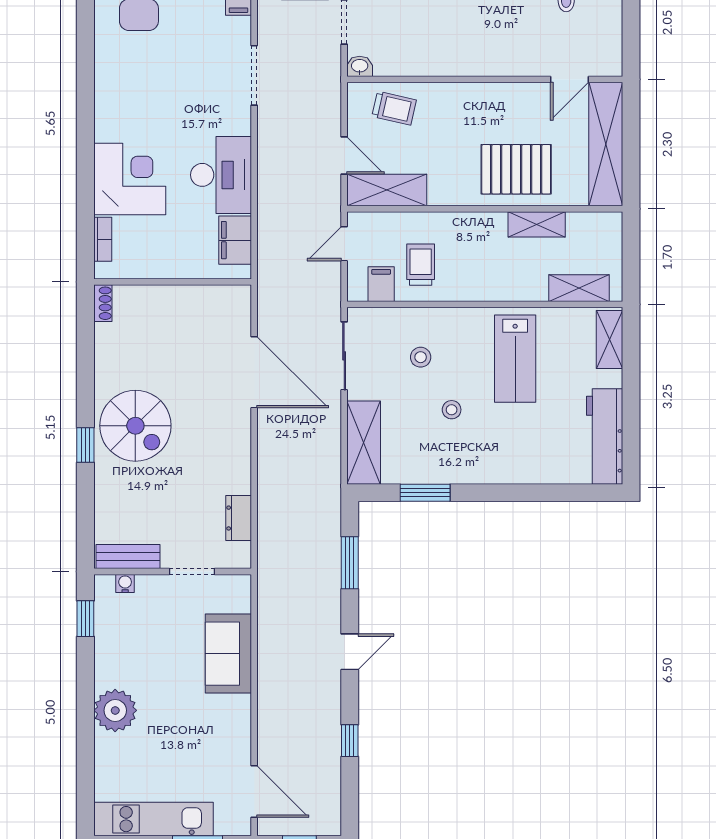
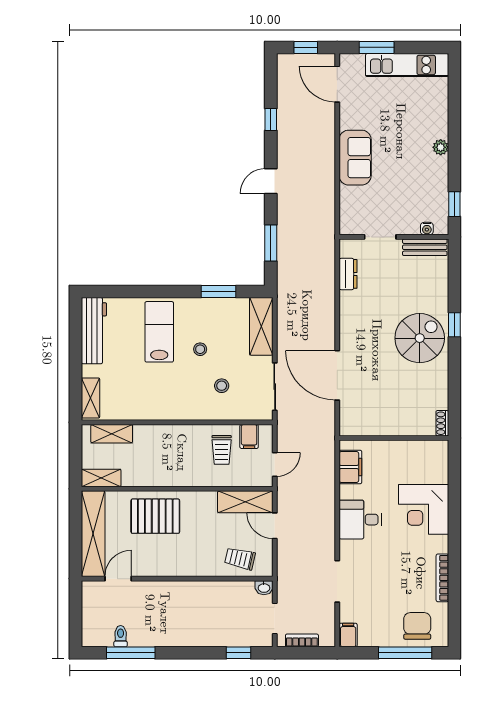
desk: (221, 175) -> (360, 520), width x0.73
shelving: (537, 224) -> (101, 478), moved
bookcase: (103, 239) -> (442, 578), moved, width x1.56
lab bench: (515, 359) -> (159, 332), moved
spiral stairs: (135, 426) -> (420, 338), turned 90
sofa: (228, 654) -> (355, 158), moved
plant: (115, 710) -> (441, 147), width x0.53, depth x0.53

